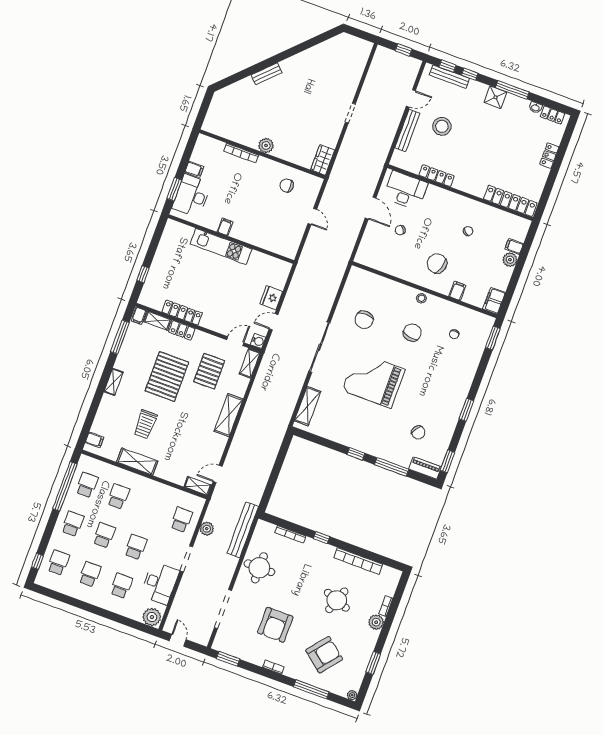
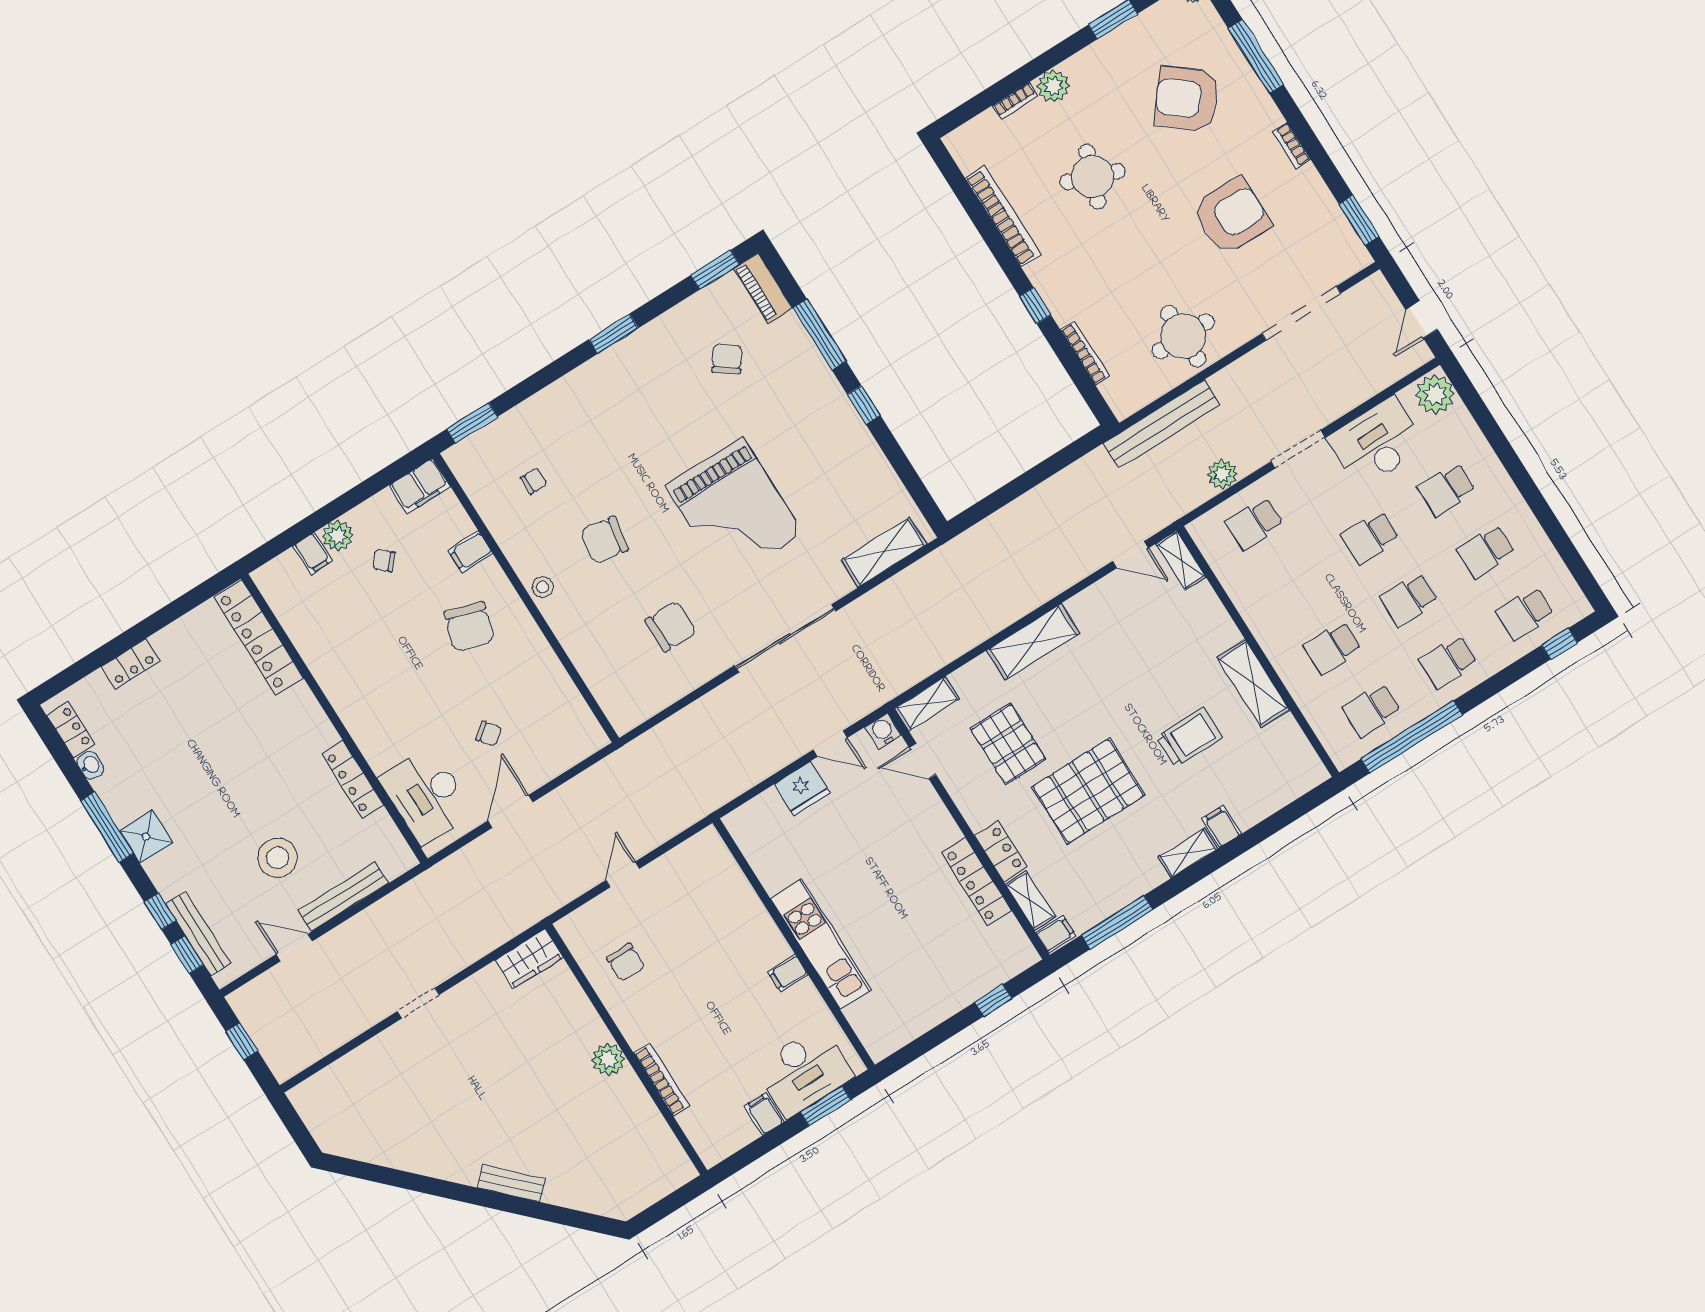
chair: (468, 231) -> (384, 561), moved
pallet: (209, 371) -> (1008, 744), turned 90
filing cabinet: (94, 440) -> (1221, 826), moved

